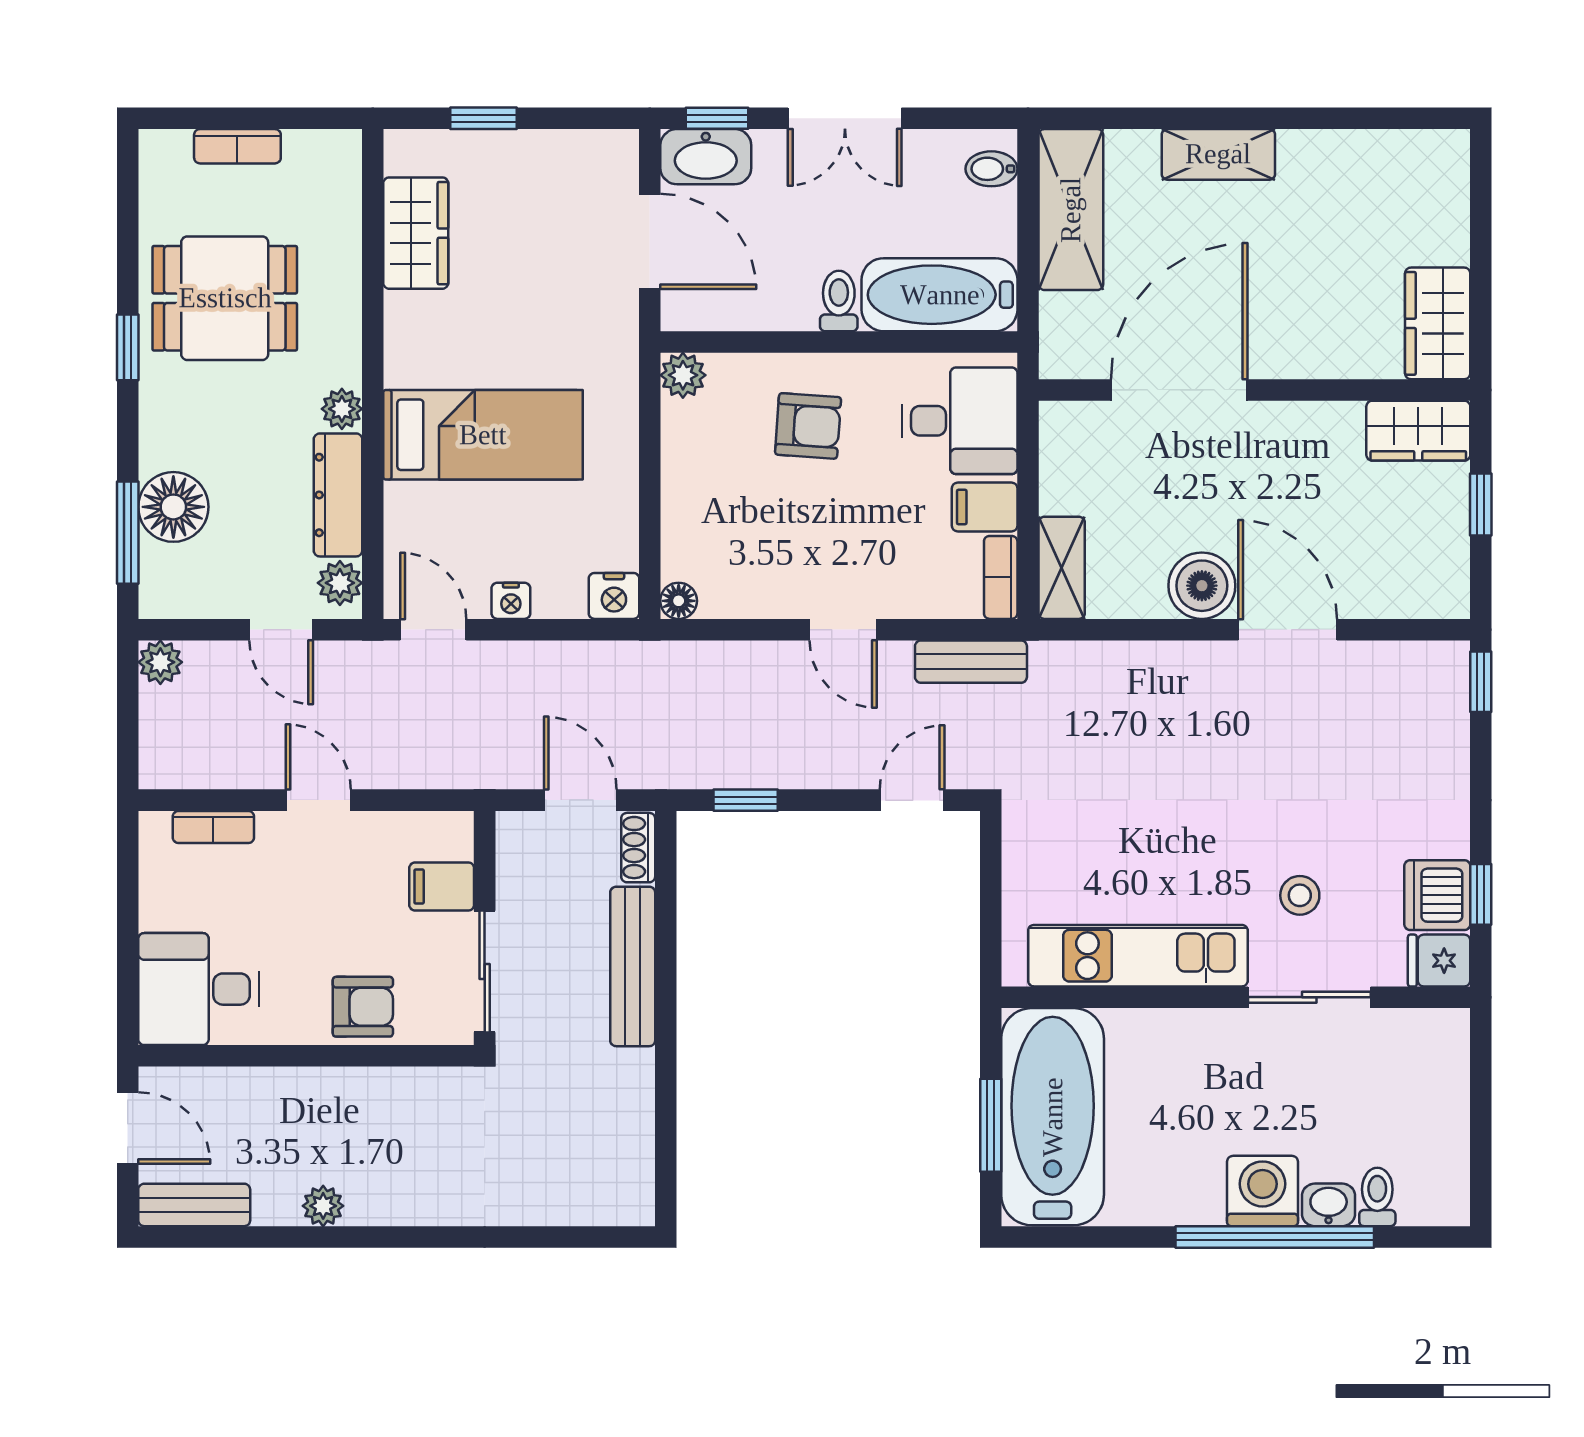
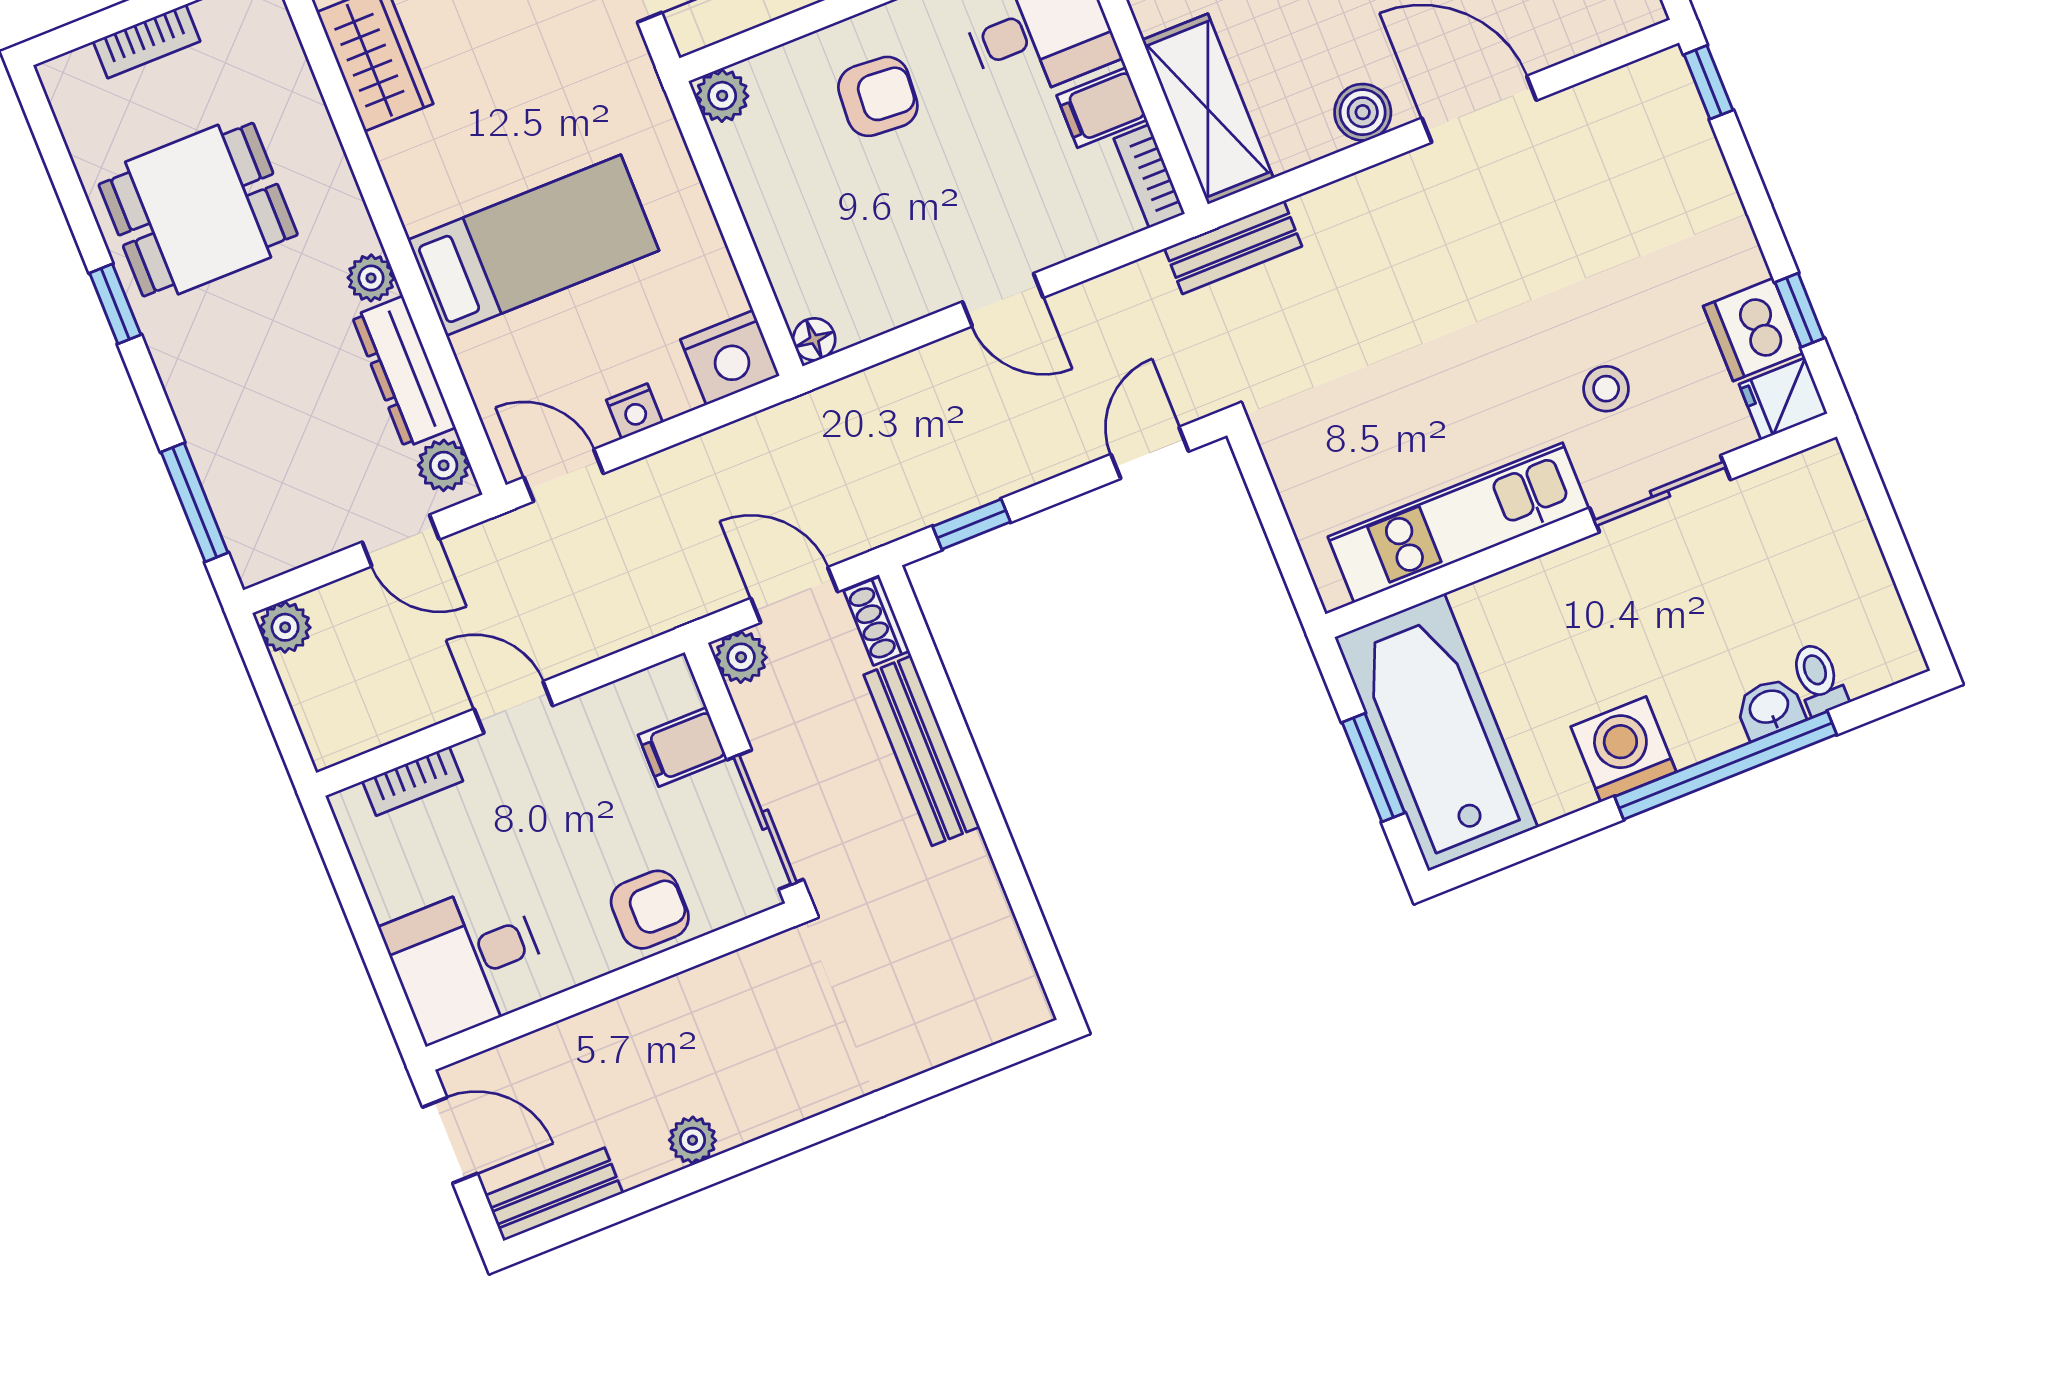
floor lamp: (173, 507) -> (233, 455), removed
shelving: (1062, 568) -> (1208, 109), width x1.50, depth x1.33
boiler: (1202, 586) -> (1363, 112), width x0.73, depth x0.73
nightstand: (614, 596) -> (730, 358), width x1.36, depth x1.33
bench: (971, 662) -> (1233, 247), moved
plant: (517, 833) -> (741, 657), added
washing machine: (1263, 1191) -> (1623, 749), moved

